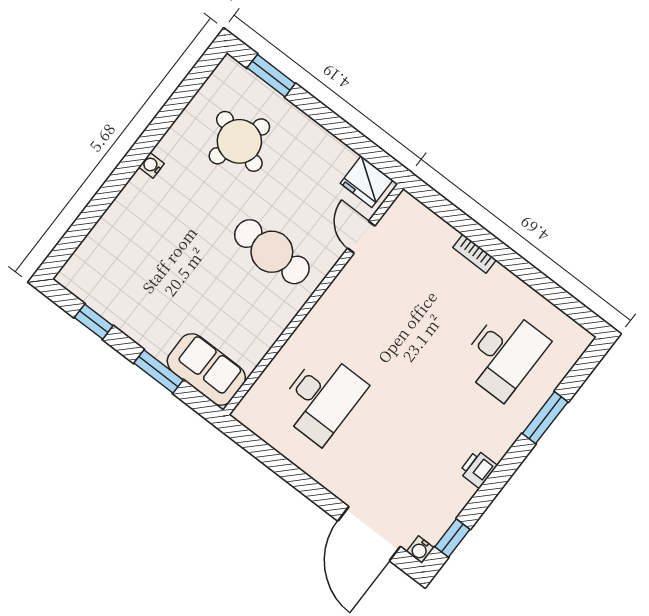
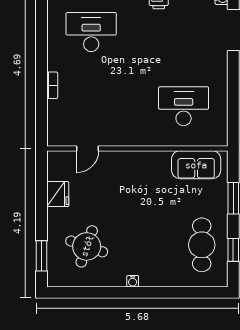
fridge: (367, 182) -> (58, 194), moved
cafe table: (272, 252) -> (202, 245), moved
sofa: (206, 370) -> (196, 165), moved, turned -90

